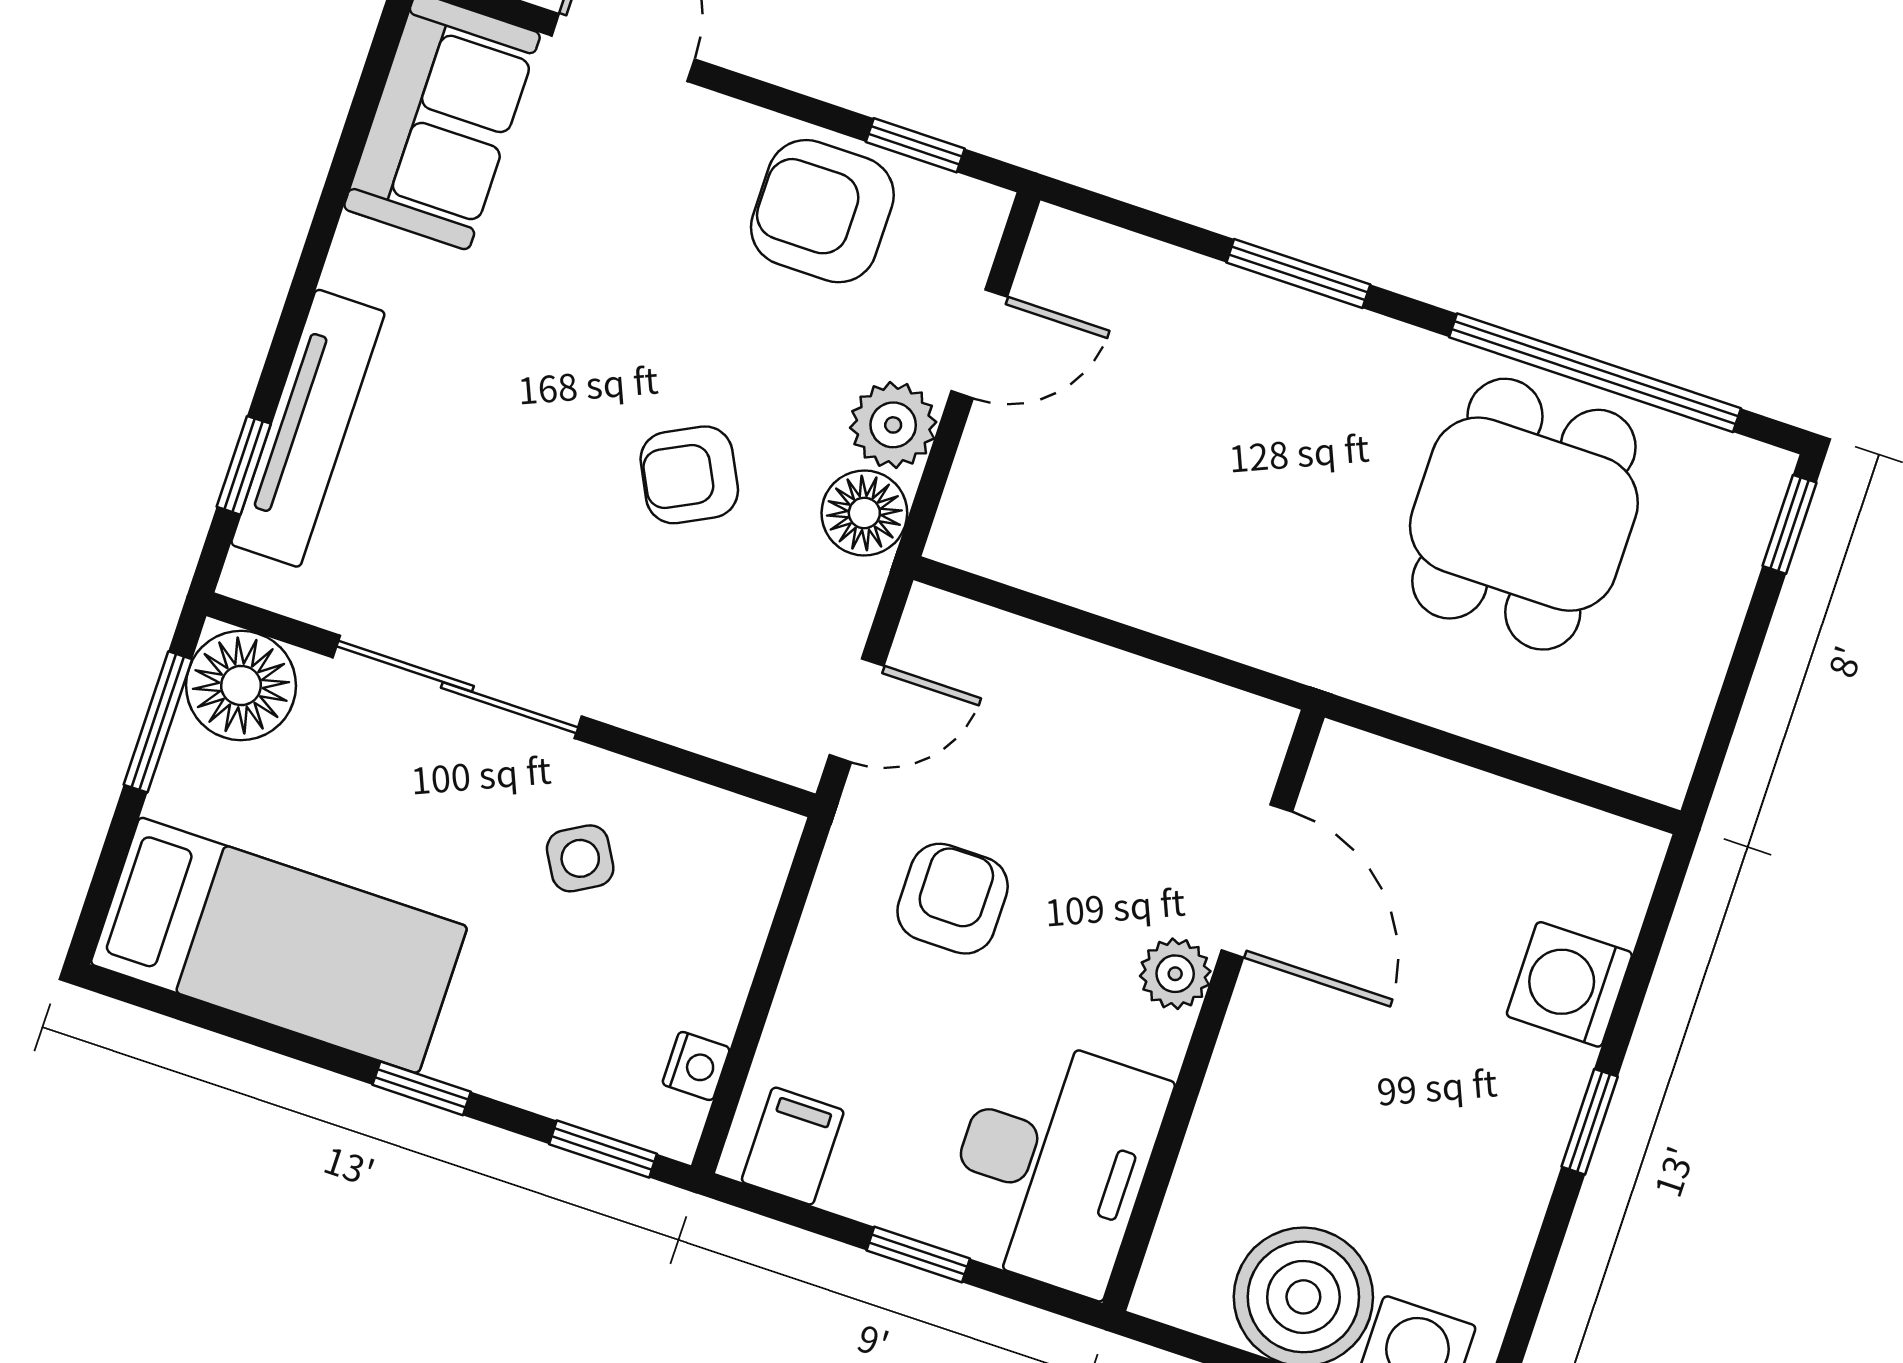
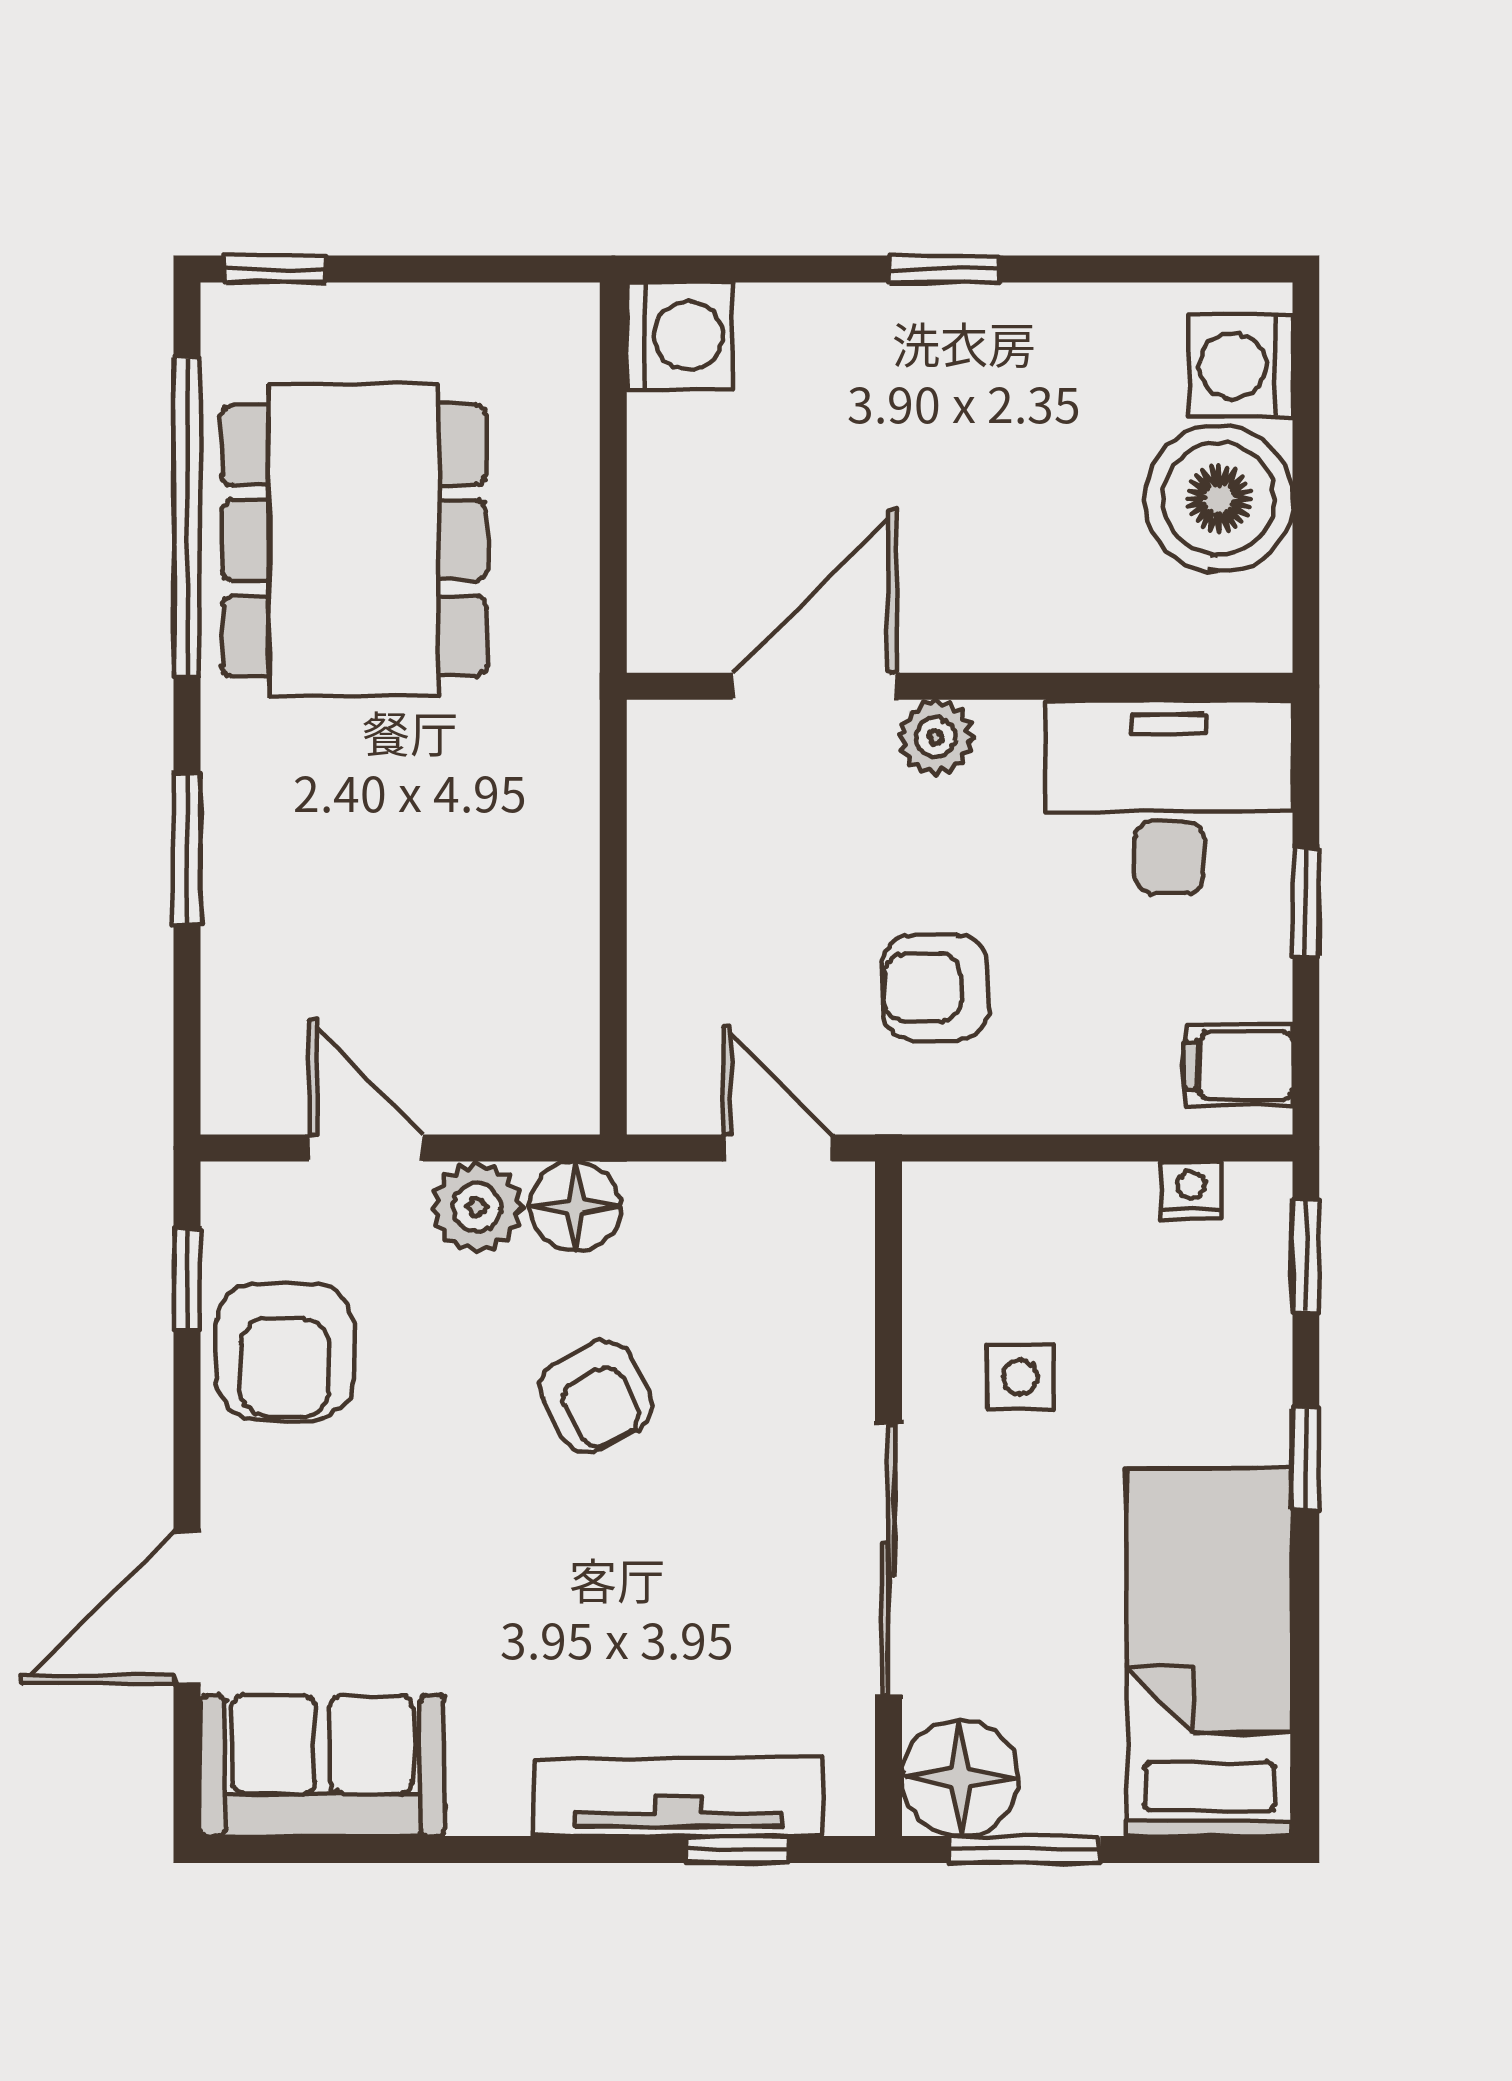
dining table: (1524, 514) -> (354, 540), width x1.38
side table: (580, 858) -> (1020, 1377), turned 30
washing machine: (1569, 984) -> (680, 336), moved, turned -90

